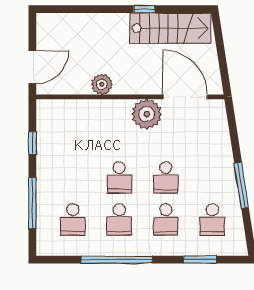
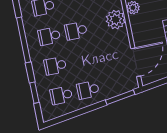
plant: (147, 114) -> (116, 20), moved
school desk: (166, 177) -> (88, 90), moved
window: (242, 185) -> (120, 97), moved

